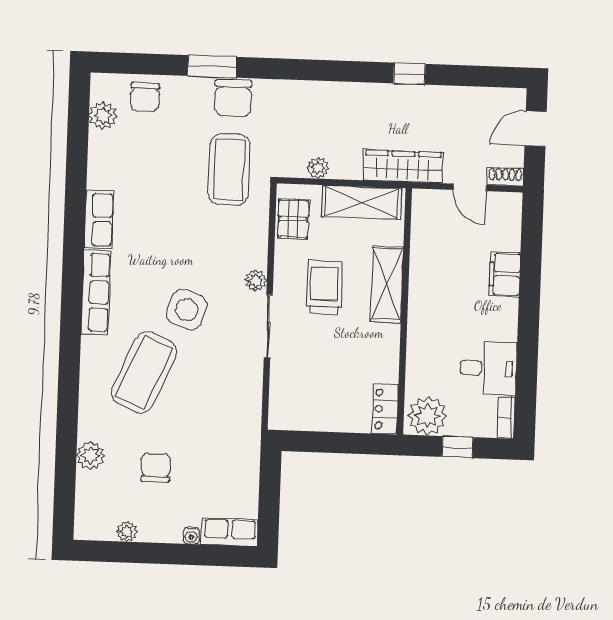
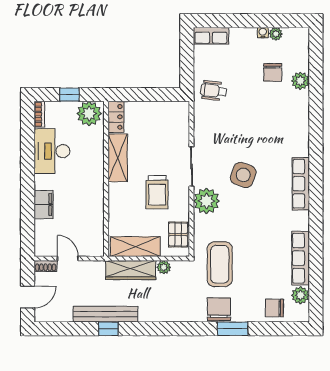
chair: (145, 97) -> (274, 308), turned -90
bench: (413, 97) -> (105, 314), added
wardrobe: (403, 167) -> (131, 270), moved
row of seats: (99, 219) -> (301, 258), moved, width x1.48
plant: (256, 281) -> (207, 201), width x1.88, depth x1.88
shelving: (387, 284) -> (118, 158), moved
desk: (488, 368) -> (52, 151), width x1.37
coffee table: (144, 372) -> (269, 134), removed
wheelchair: (229, 445) -> (214, 91), added
chair: (156, 468) -> (273, 72), moved
water cooler: (191, 536) -> (263, 33), moved

